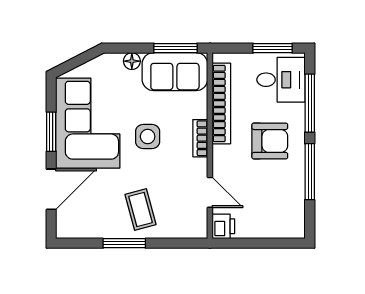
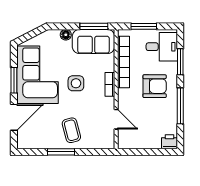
window: (273, 48) -> (144, 26), moved
window: (310, 103) -> (180, 62), width x0.69
printer: (223, 226) -> (169, 142), moved, turned -90

